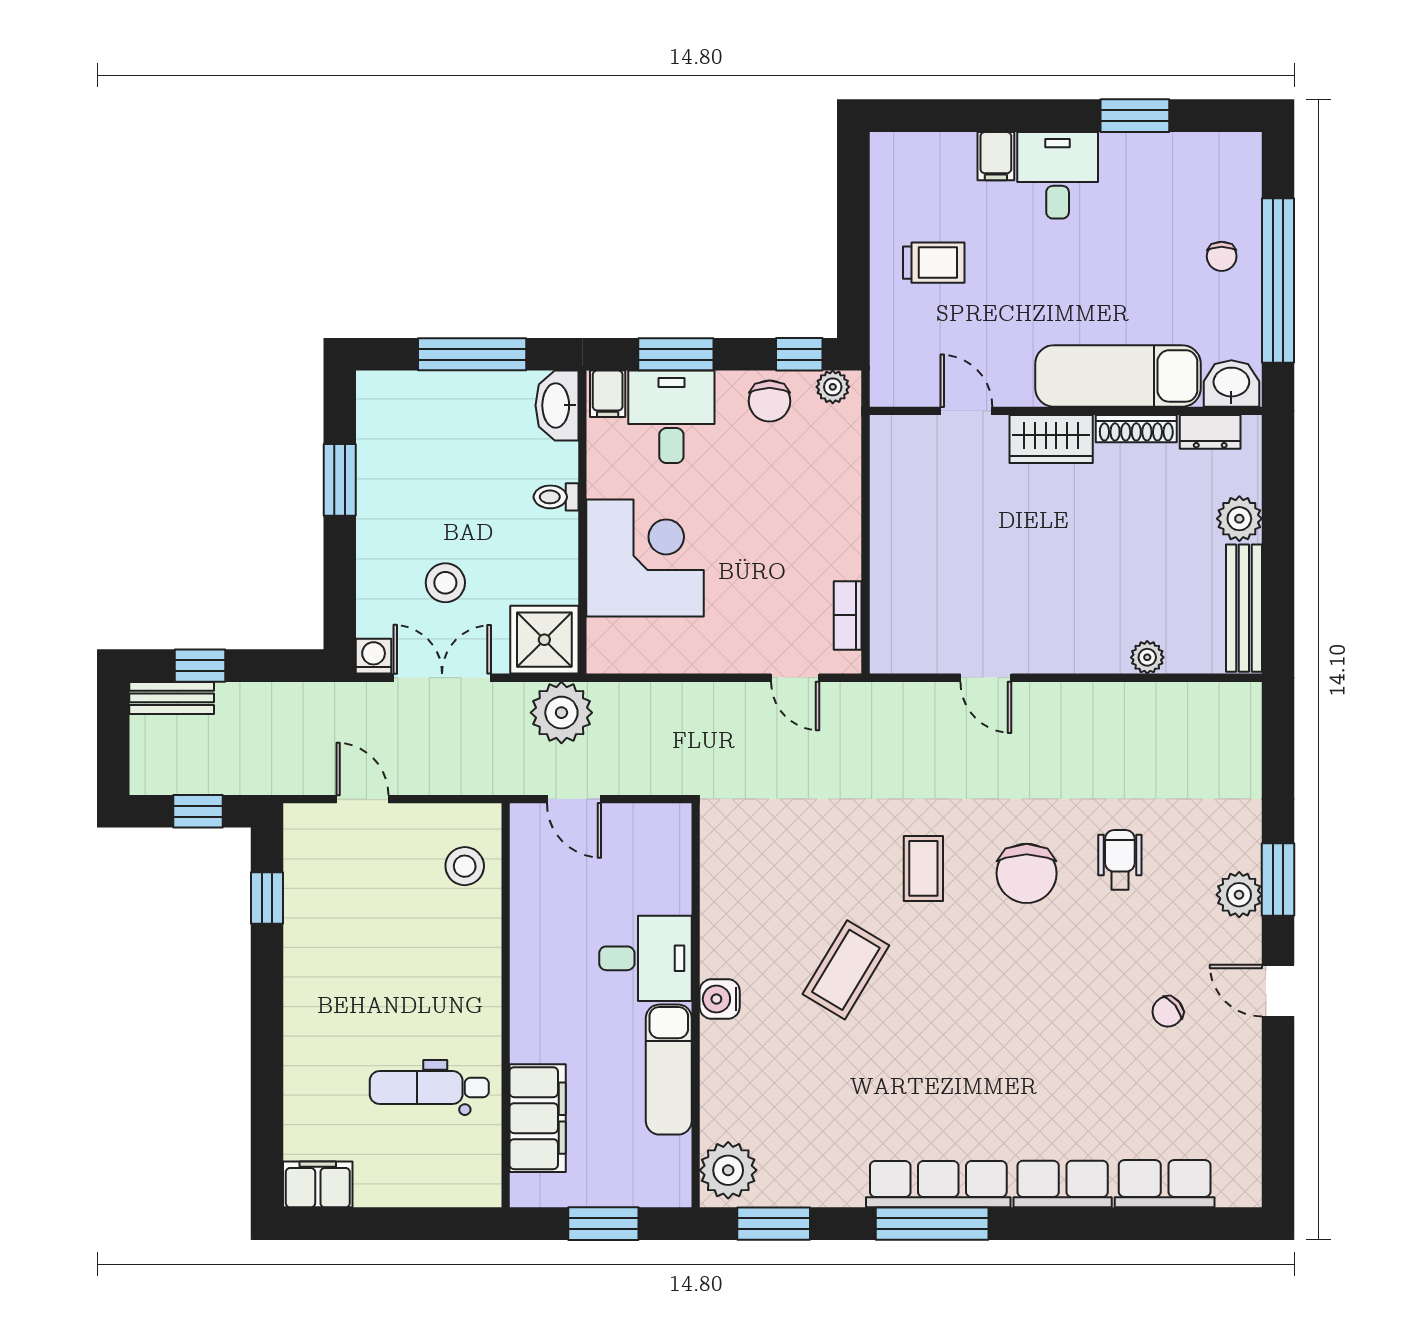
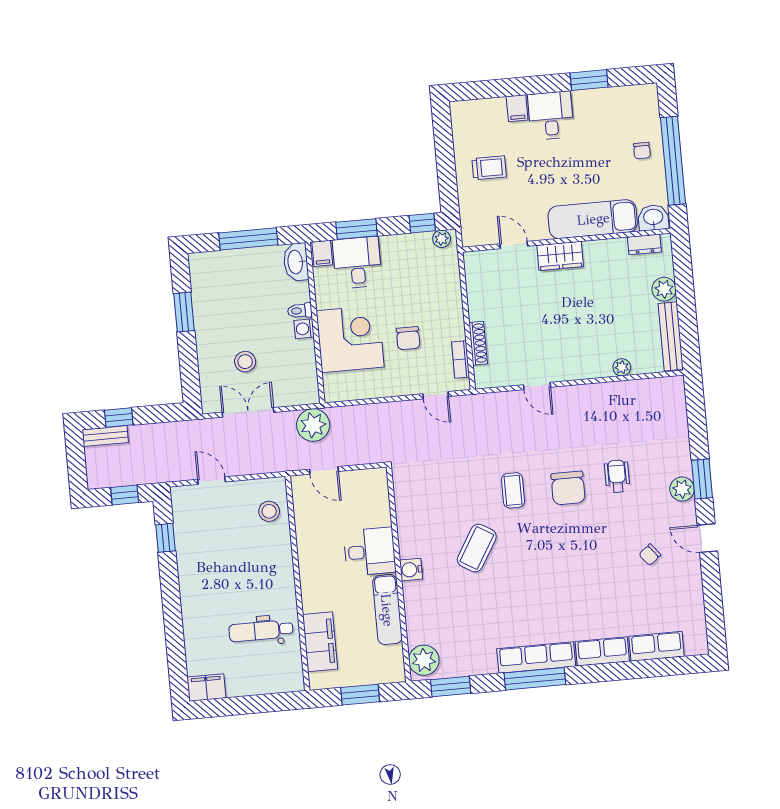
chair: (770, 401) -> (408, 338), moved
shoe rack: (1136, 429) -> (478, 343), moved, turned -90
shower: (544, 640) -> (300, 387), removed
washing machine: (374, 656) -> (304, 329), moved, turned -90

